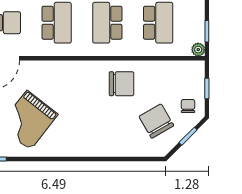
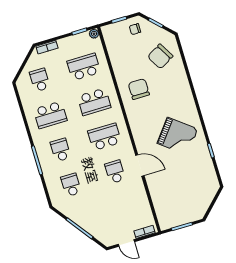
chair: (122, 84) -> (139, 89), moved
chair: (156, 121) -> (160, 56), moved

